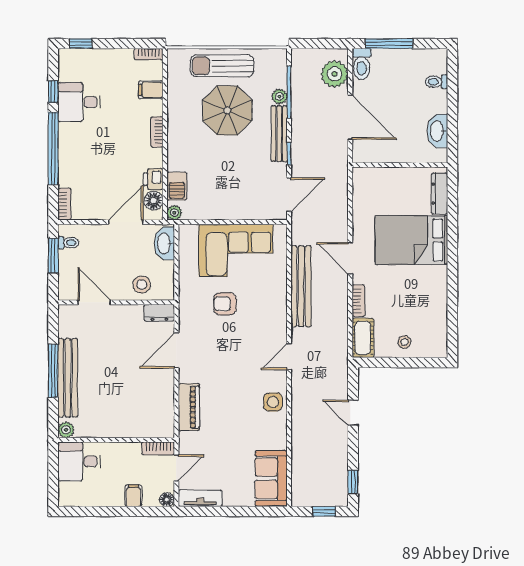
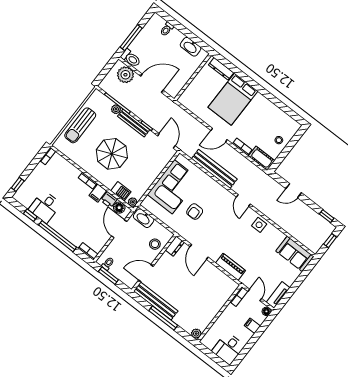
filing cabinet: (151, 90) -> (98, 193), moved
parasol: (227, 110) -> (112, 154), moved
bench: (68, 378) -> (156, 301), moved
desk: (79, 461) -> (228, 348), moved

